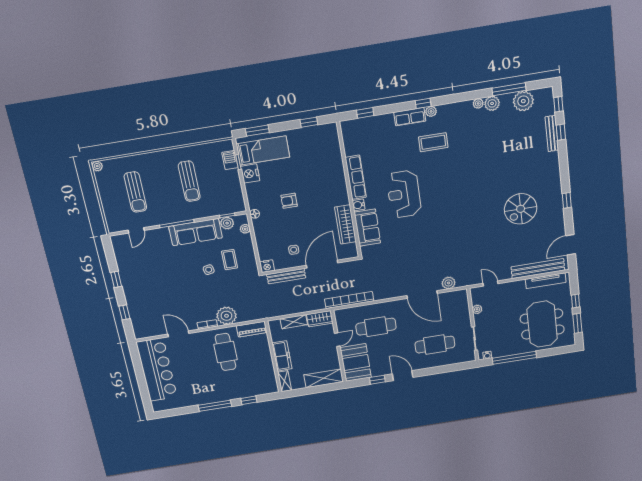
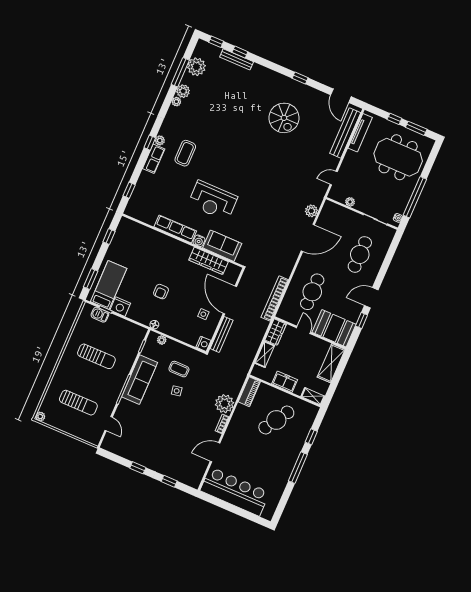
plant: (227, 223) -> (148, 351), removed
cafe table: (225, 352) -> (276, 420), moved, turned -58
freezer: (282, 356) -> (285, 382), width x0.71

